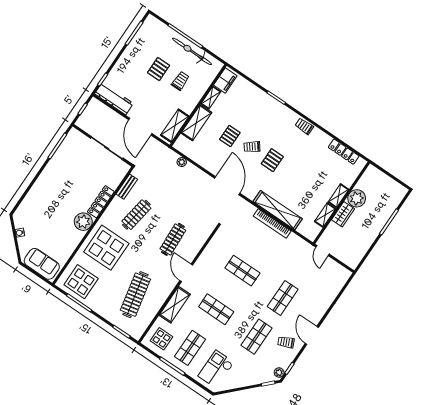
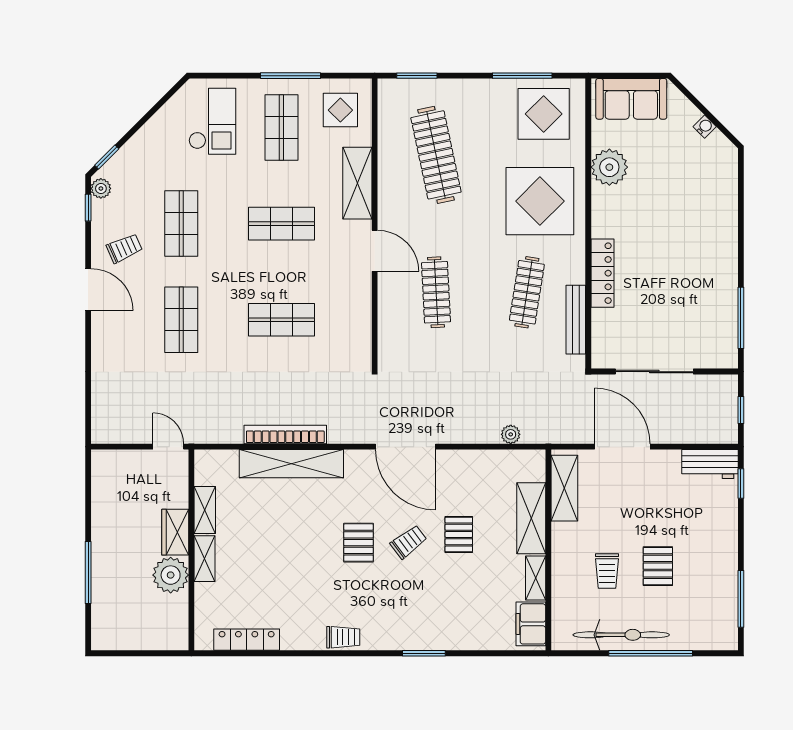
workbench: (114, 99) -> (710, 464), width x0.73
bench: (127, 187) -> (576, 320), width x1.36
plant: (83, 222) -> (609, 167), moved

